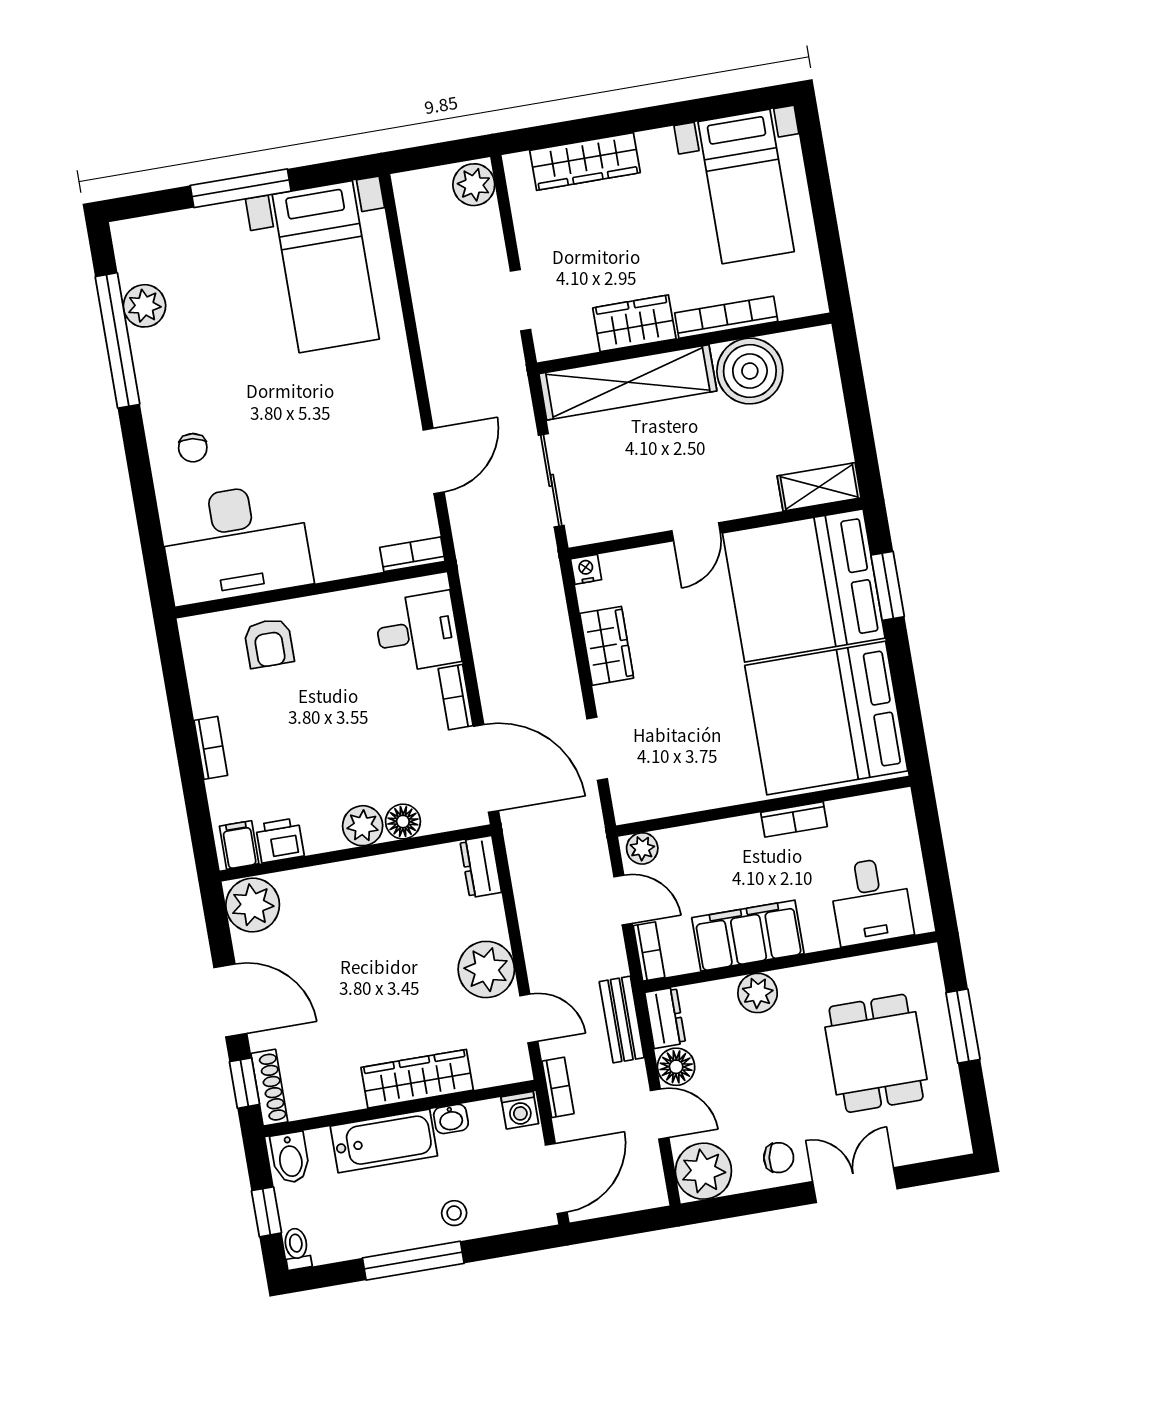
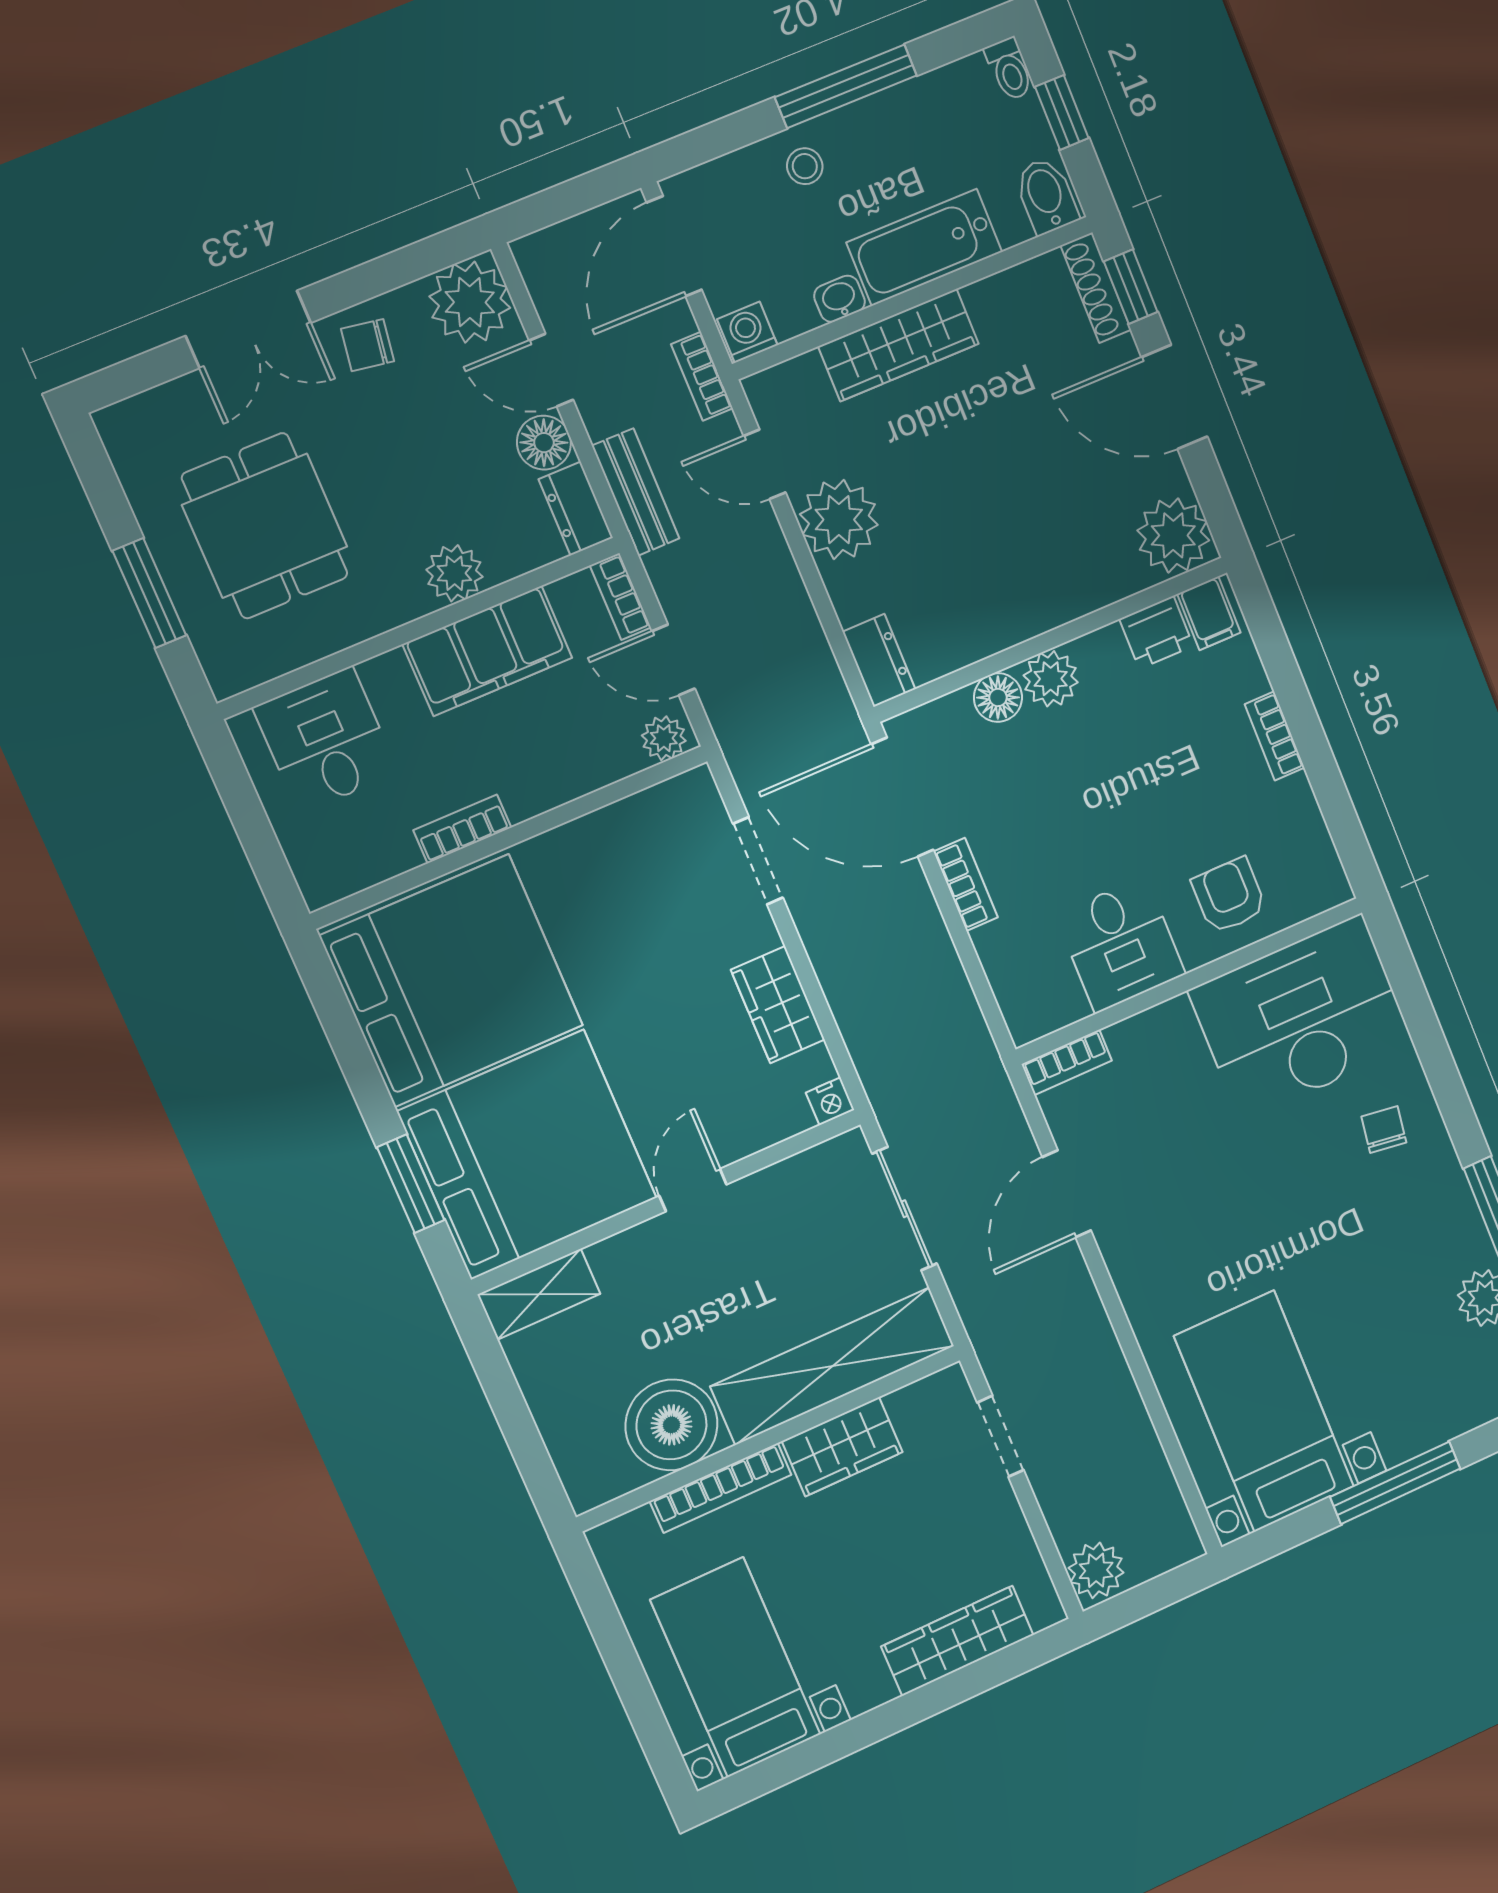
desk: (417, 632) -> (1120, 944), moved, turned -90

